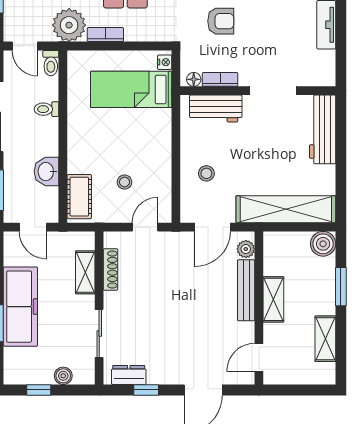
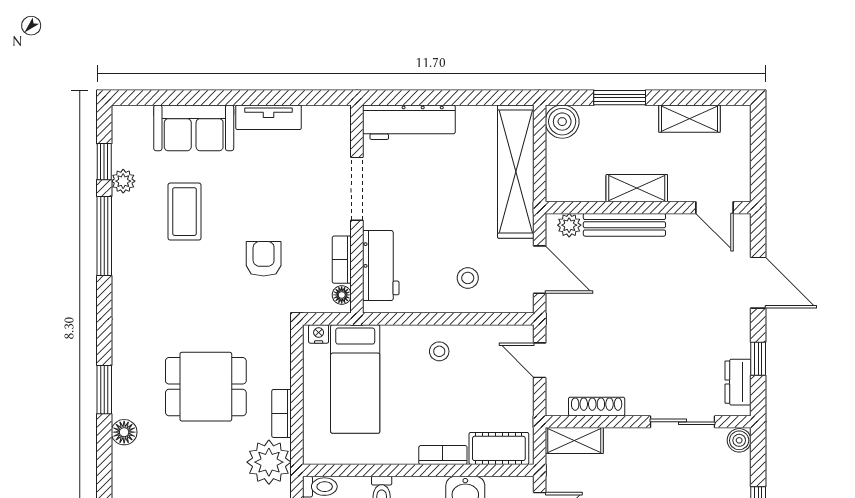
bookcase: (74, 155) -> (443, 455), added
stool: (125, 182) -> (439, 351), moved
shelving: (85, 272) -> (574, 440), moved
boiler: (63, 376) -> (739, 440), moved

